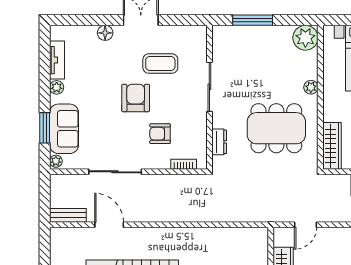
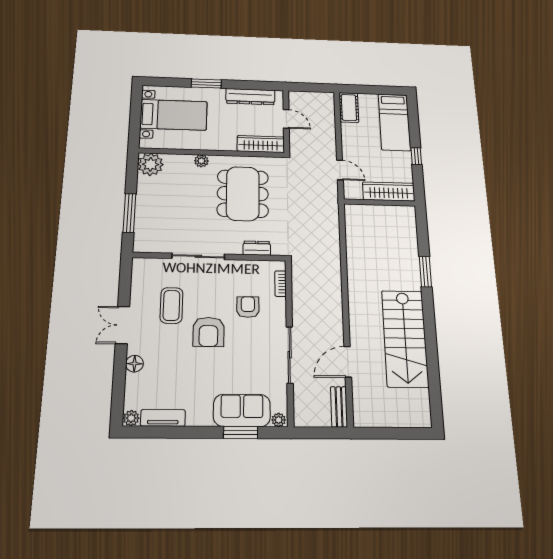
plant: (57, 87) -> (131, 418), moved
armchair: (136, 98) -> (209, 332), turned -90
armchair: (160, 134) -> (248, 307), turned 180

